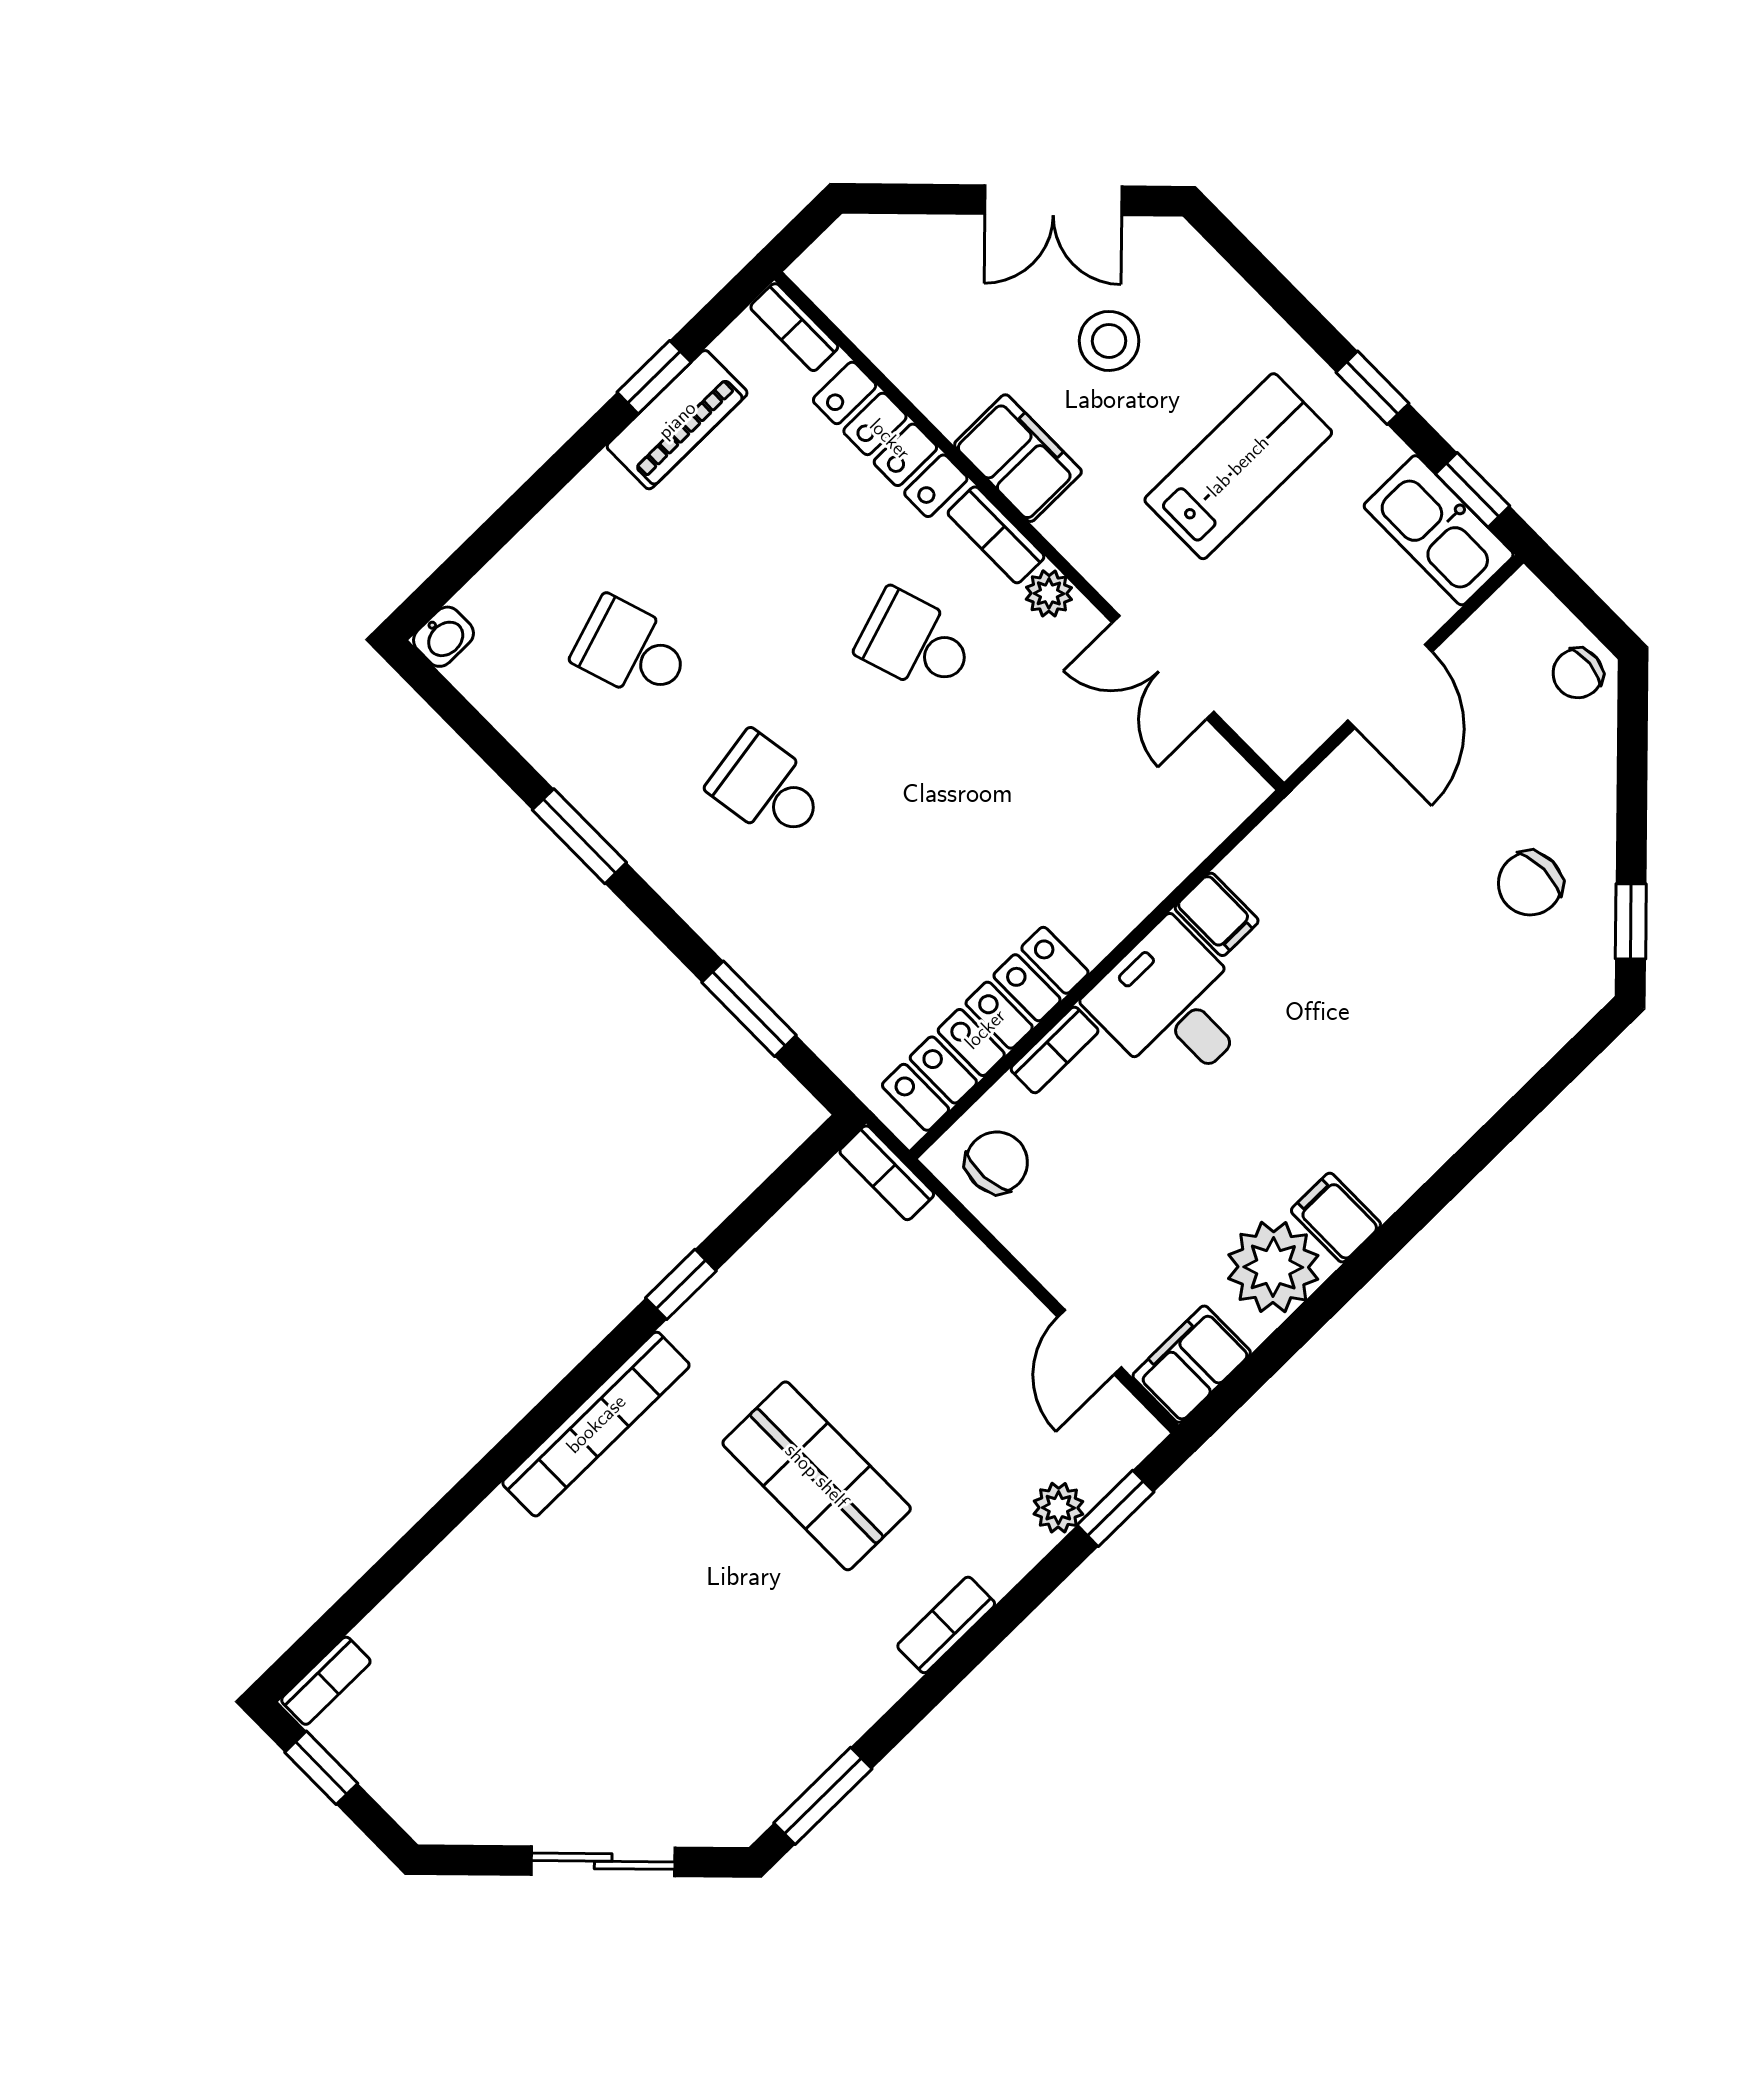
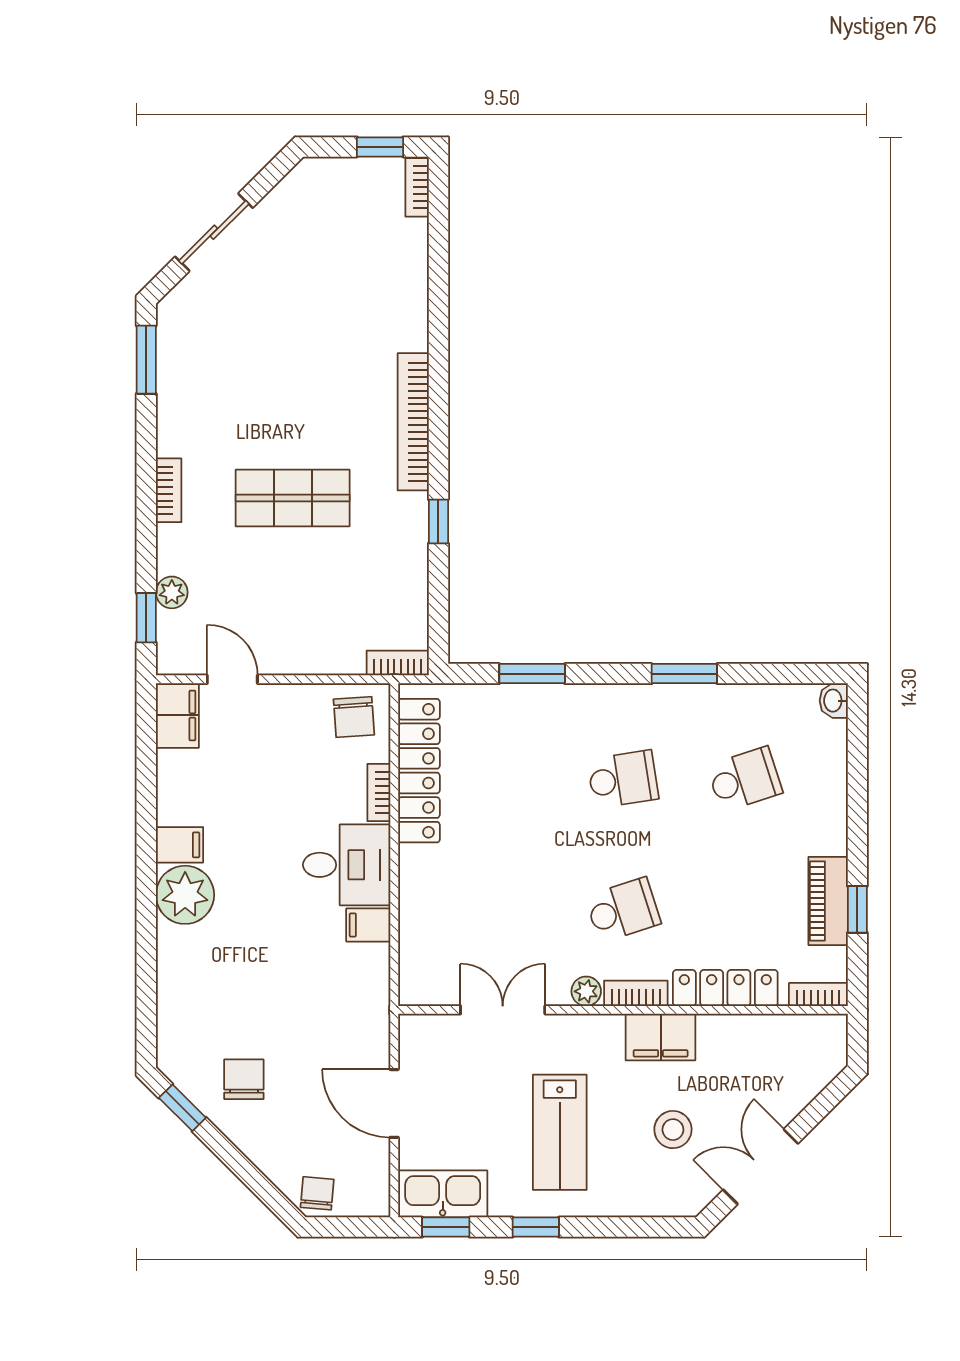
plant: (1273, 1267) -> (185, 895), moved

